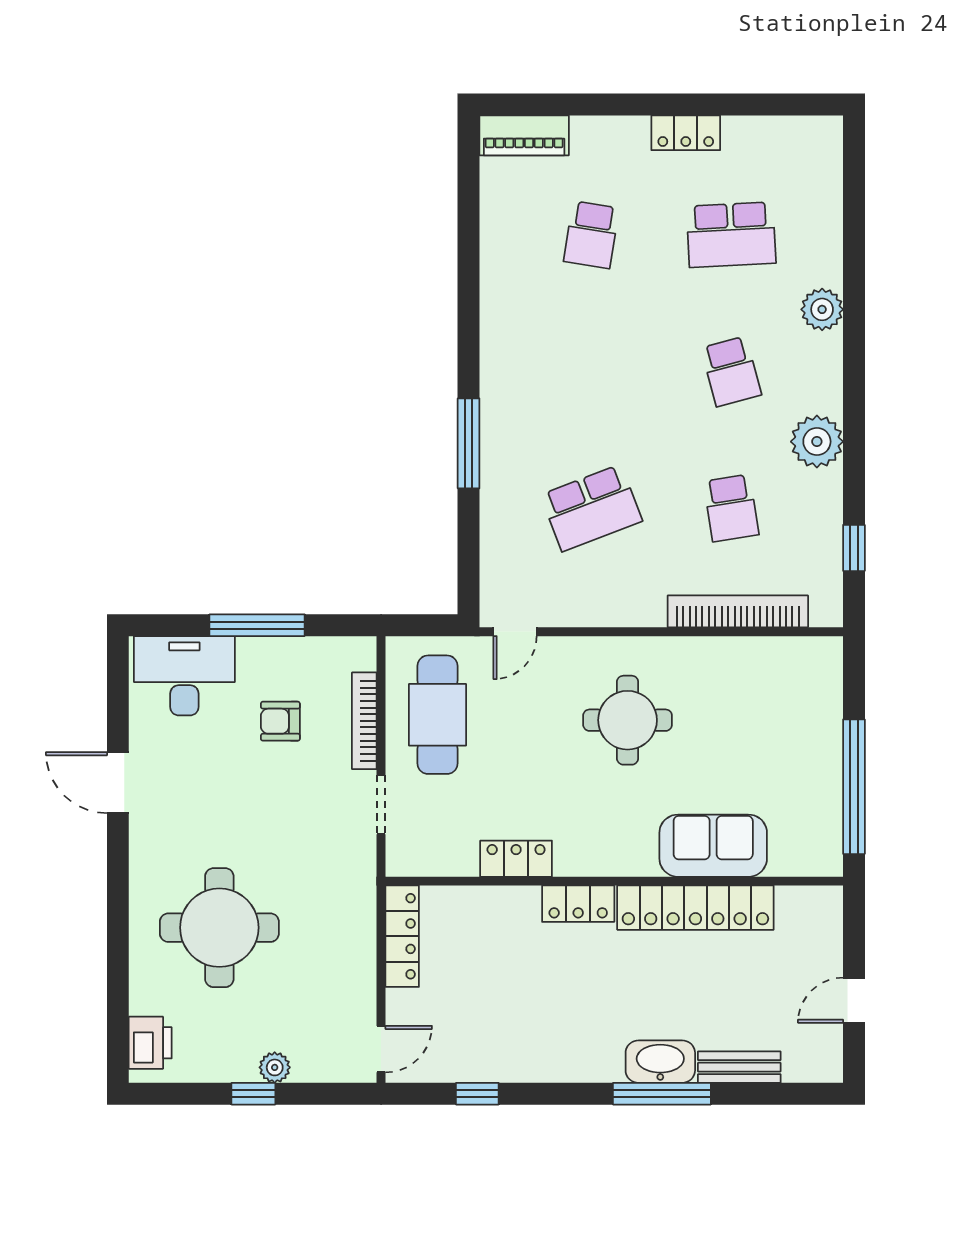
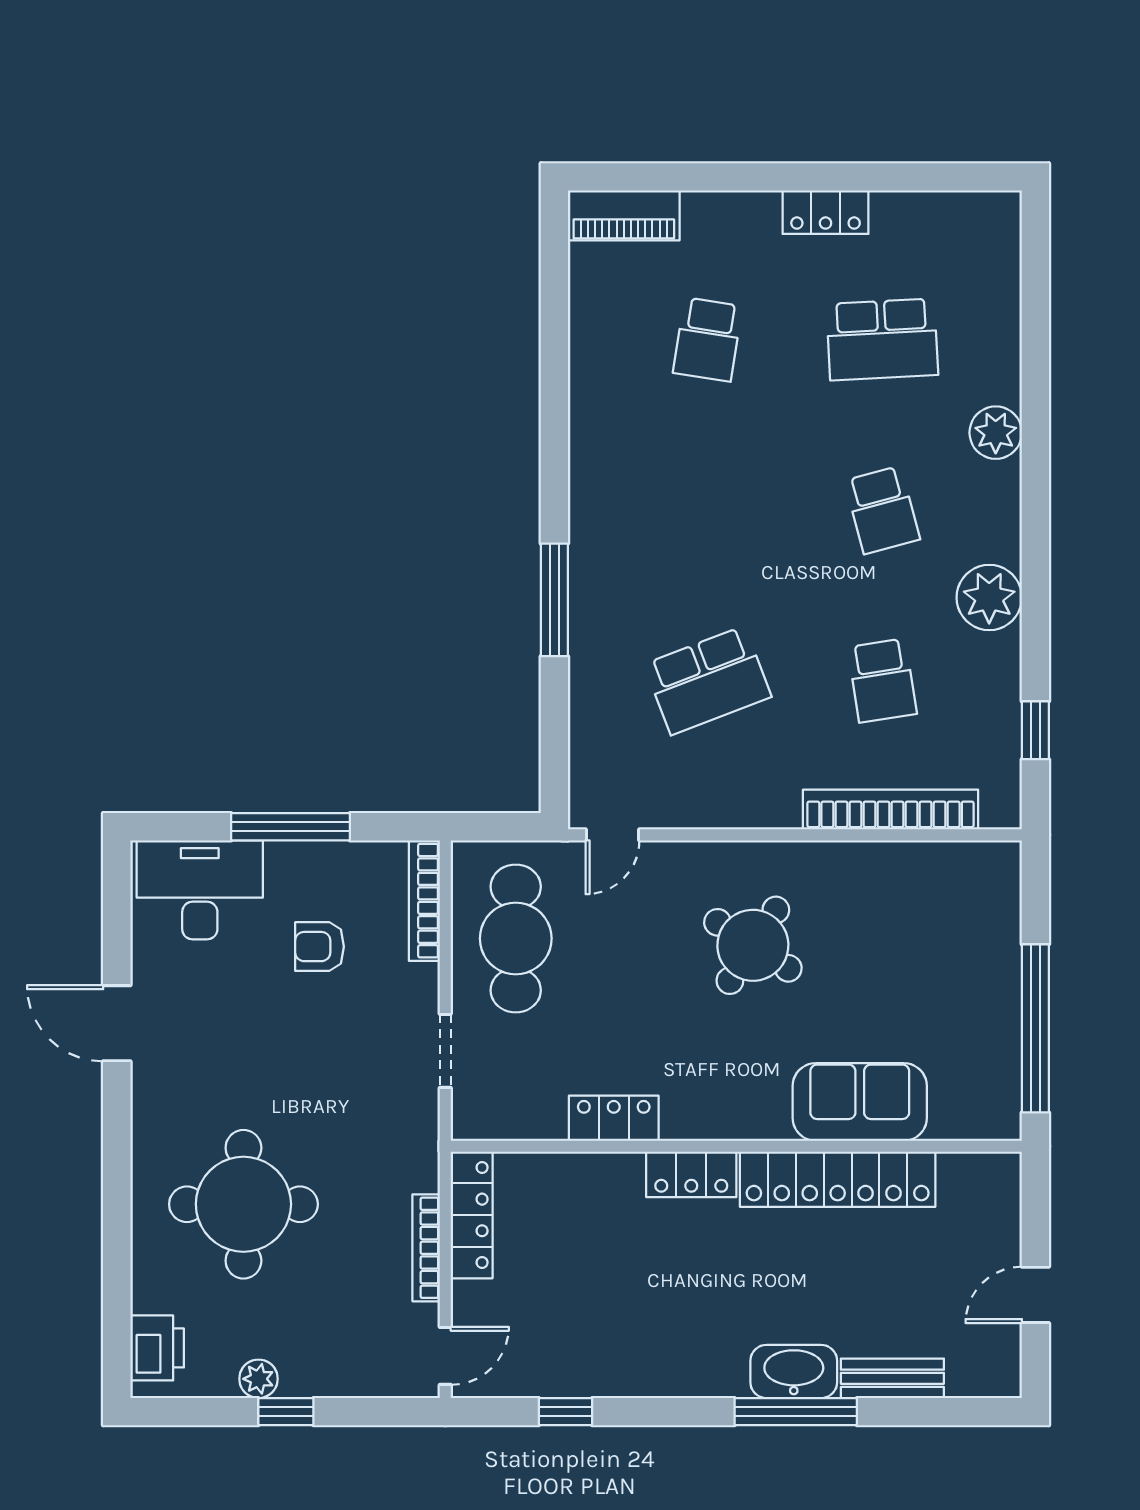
round table: (628, 720) -> (753, 945), turned 33
bookcase: (364, 721) -> (424, 901), moved
bookcase: (366, 963) -> (426, 1248), added
plant: (275, 1067) -> (259, 1379), moved

